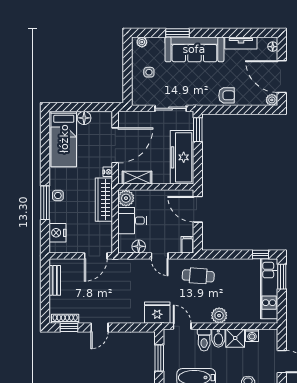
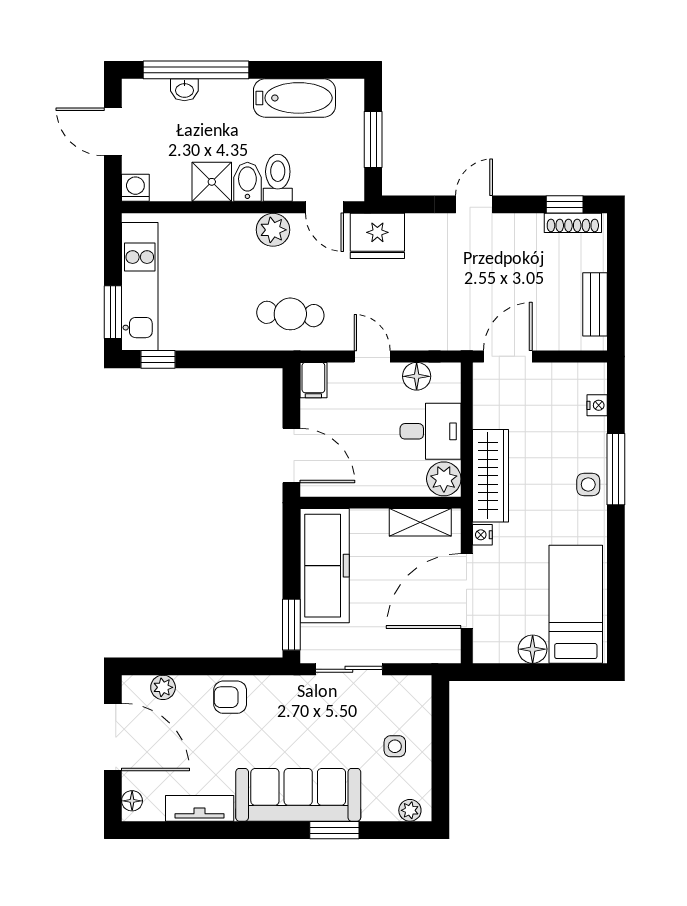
plant: (272, 100) -> (163, 687), moved
nightstand: (57, 233) -> (597, 405), width x0.53, depth x0.56
plant: (219, 315) -> (273, 230), moved
door: (99, 327) -> (474, 204), moved
washing machine: (252, 335) -> (135, 188), moved

